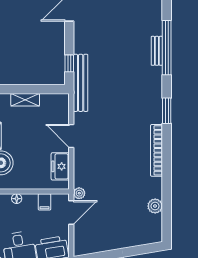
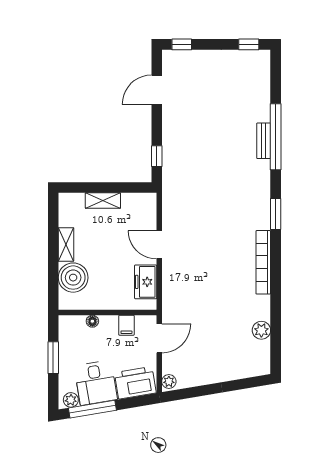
bench: (81, 83) -> (171, 180), removed
plant: (79, 193) -> (169, 381), moved

